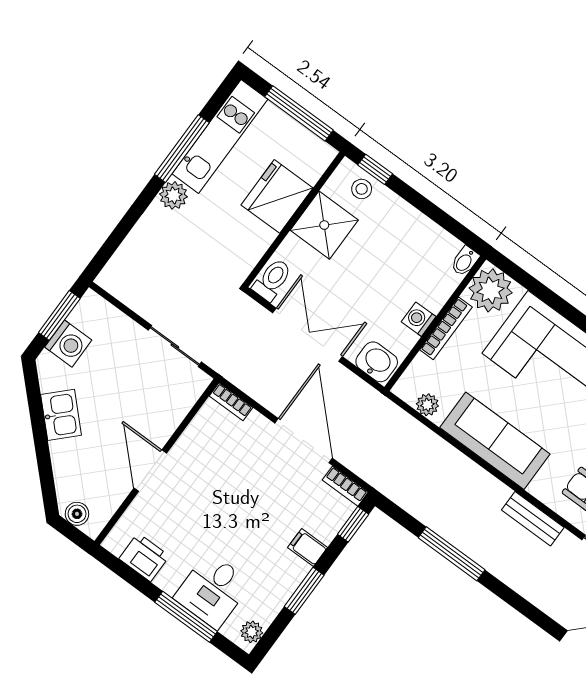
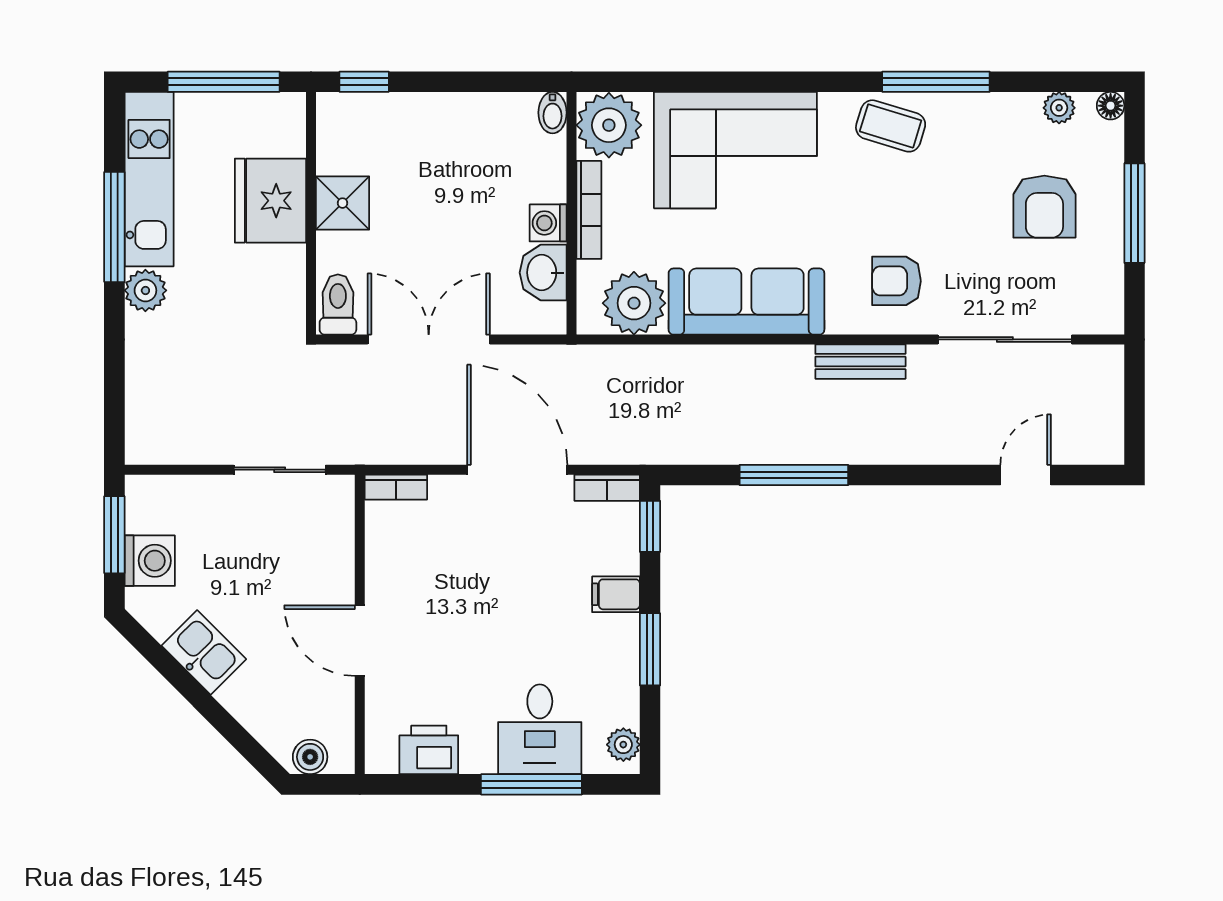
stool: (362, 189) -> (365, 117), removed
shower: (324, 225) -> (343, 203), width x0.73, depth x0.73
washbasin: (377, 362) -> (543, 273), moved, turned -90
plant: (427, 405) -> (634, 303), width x1.87, depth x1.87

